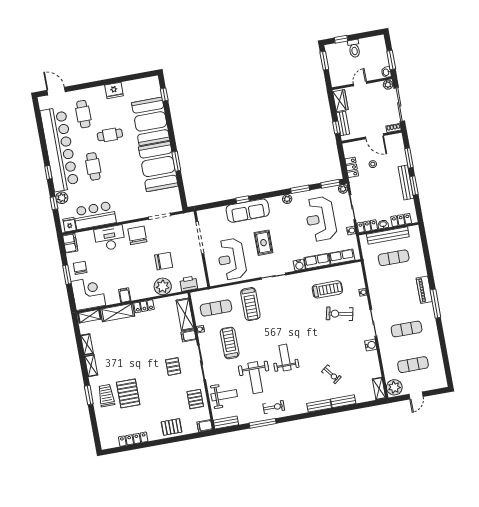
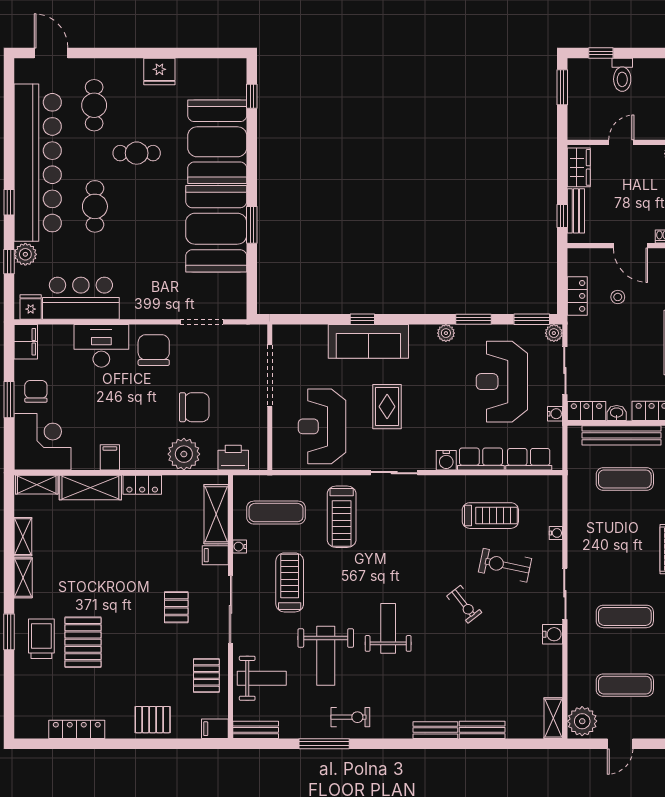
exercise bike: (331, 374) -> (464, 604), moved

